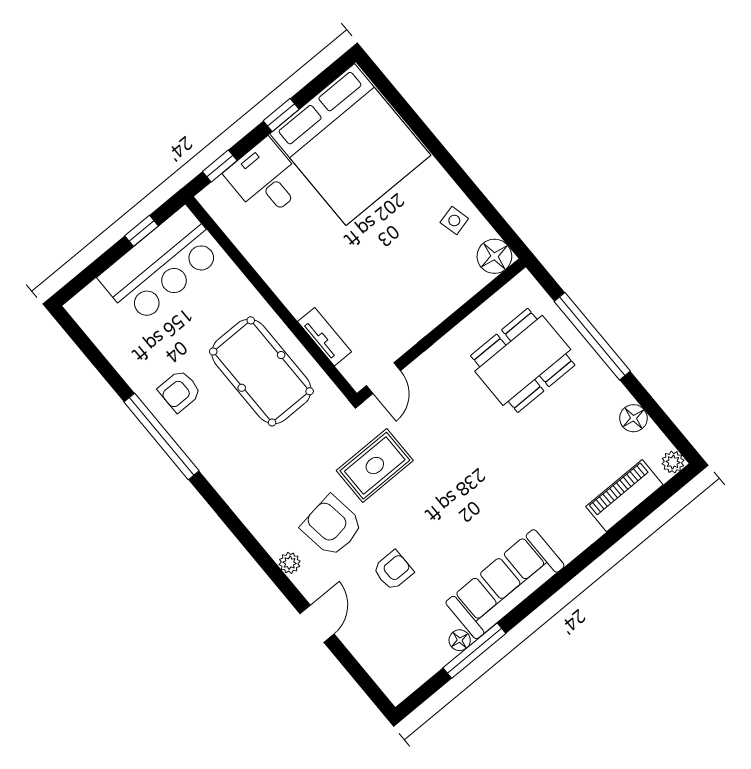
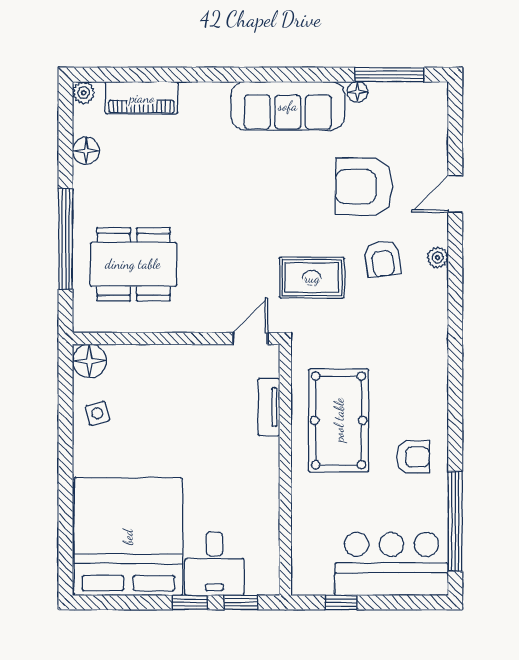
window: (281, 115) -> (190, 602), moved
bar counter: (161, 265) -> (391, 564), moved
window: (161, 436) -> (455, 521), moved
armchair: (332, 526) -> (382, 259), width x0.72, depth x0.72
armchair: (393, 570) -> (364, 187), width x1.88, depth x1.88
window: (474, 651) -> (390, 75), moved

